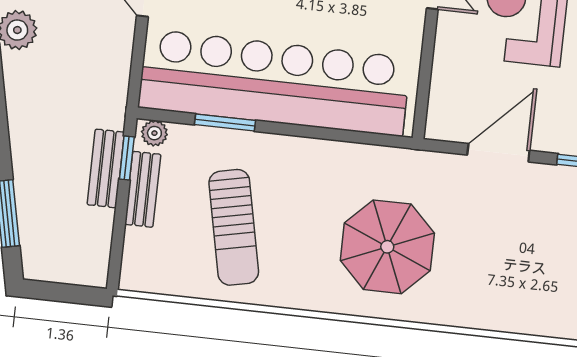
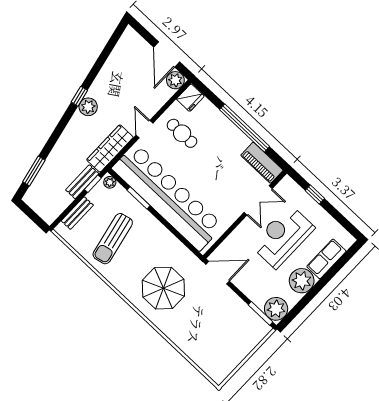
wardrobe: (110, 74) -> (110, 148), added
door: (498, 153) -> (218, 273), moved
bench: (143, 189) -> (77, 213), moved

